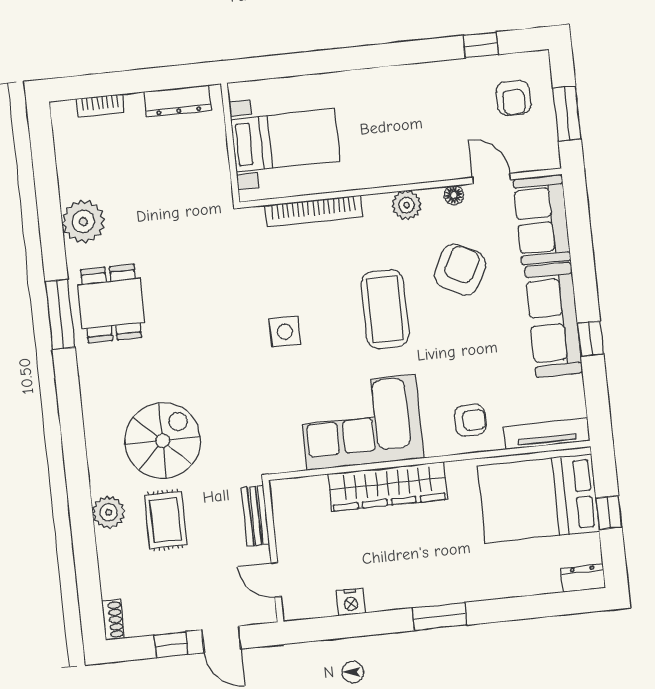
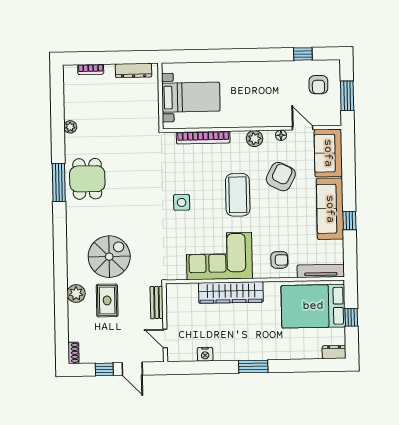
plant: (83, 222) -> (70, 127), width x0.53, depth x0.53

